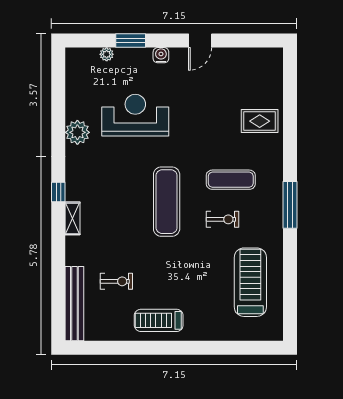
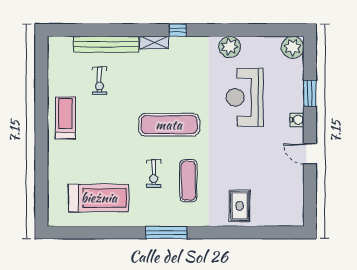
plant: (107, 54) -> (293, 47), moved, width x1.87, depth x1.87
reception desk: (135, 115) -> (245, 97), turned 180
bench: (74, 304) -> (106, 44), moved

